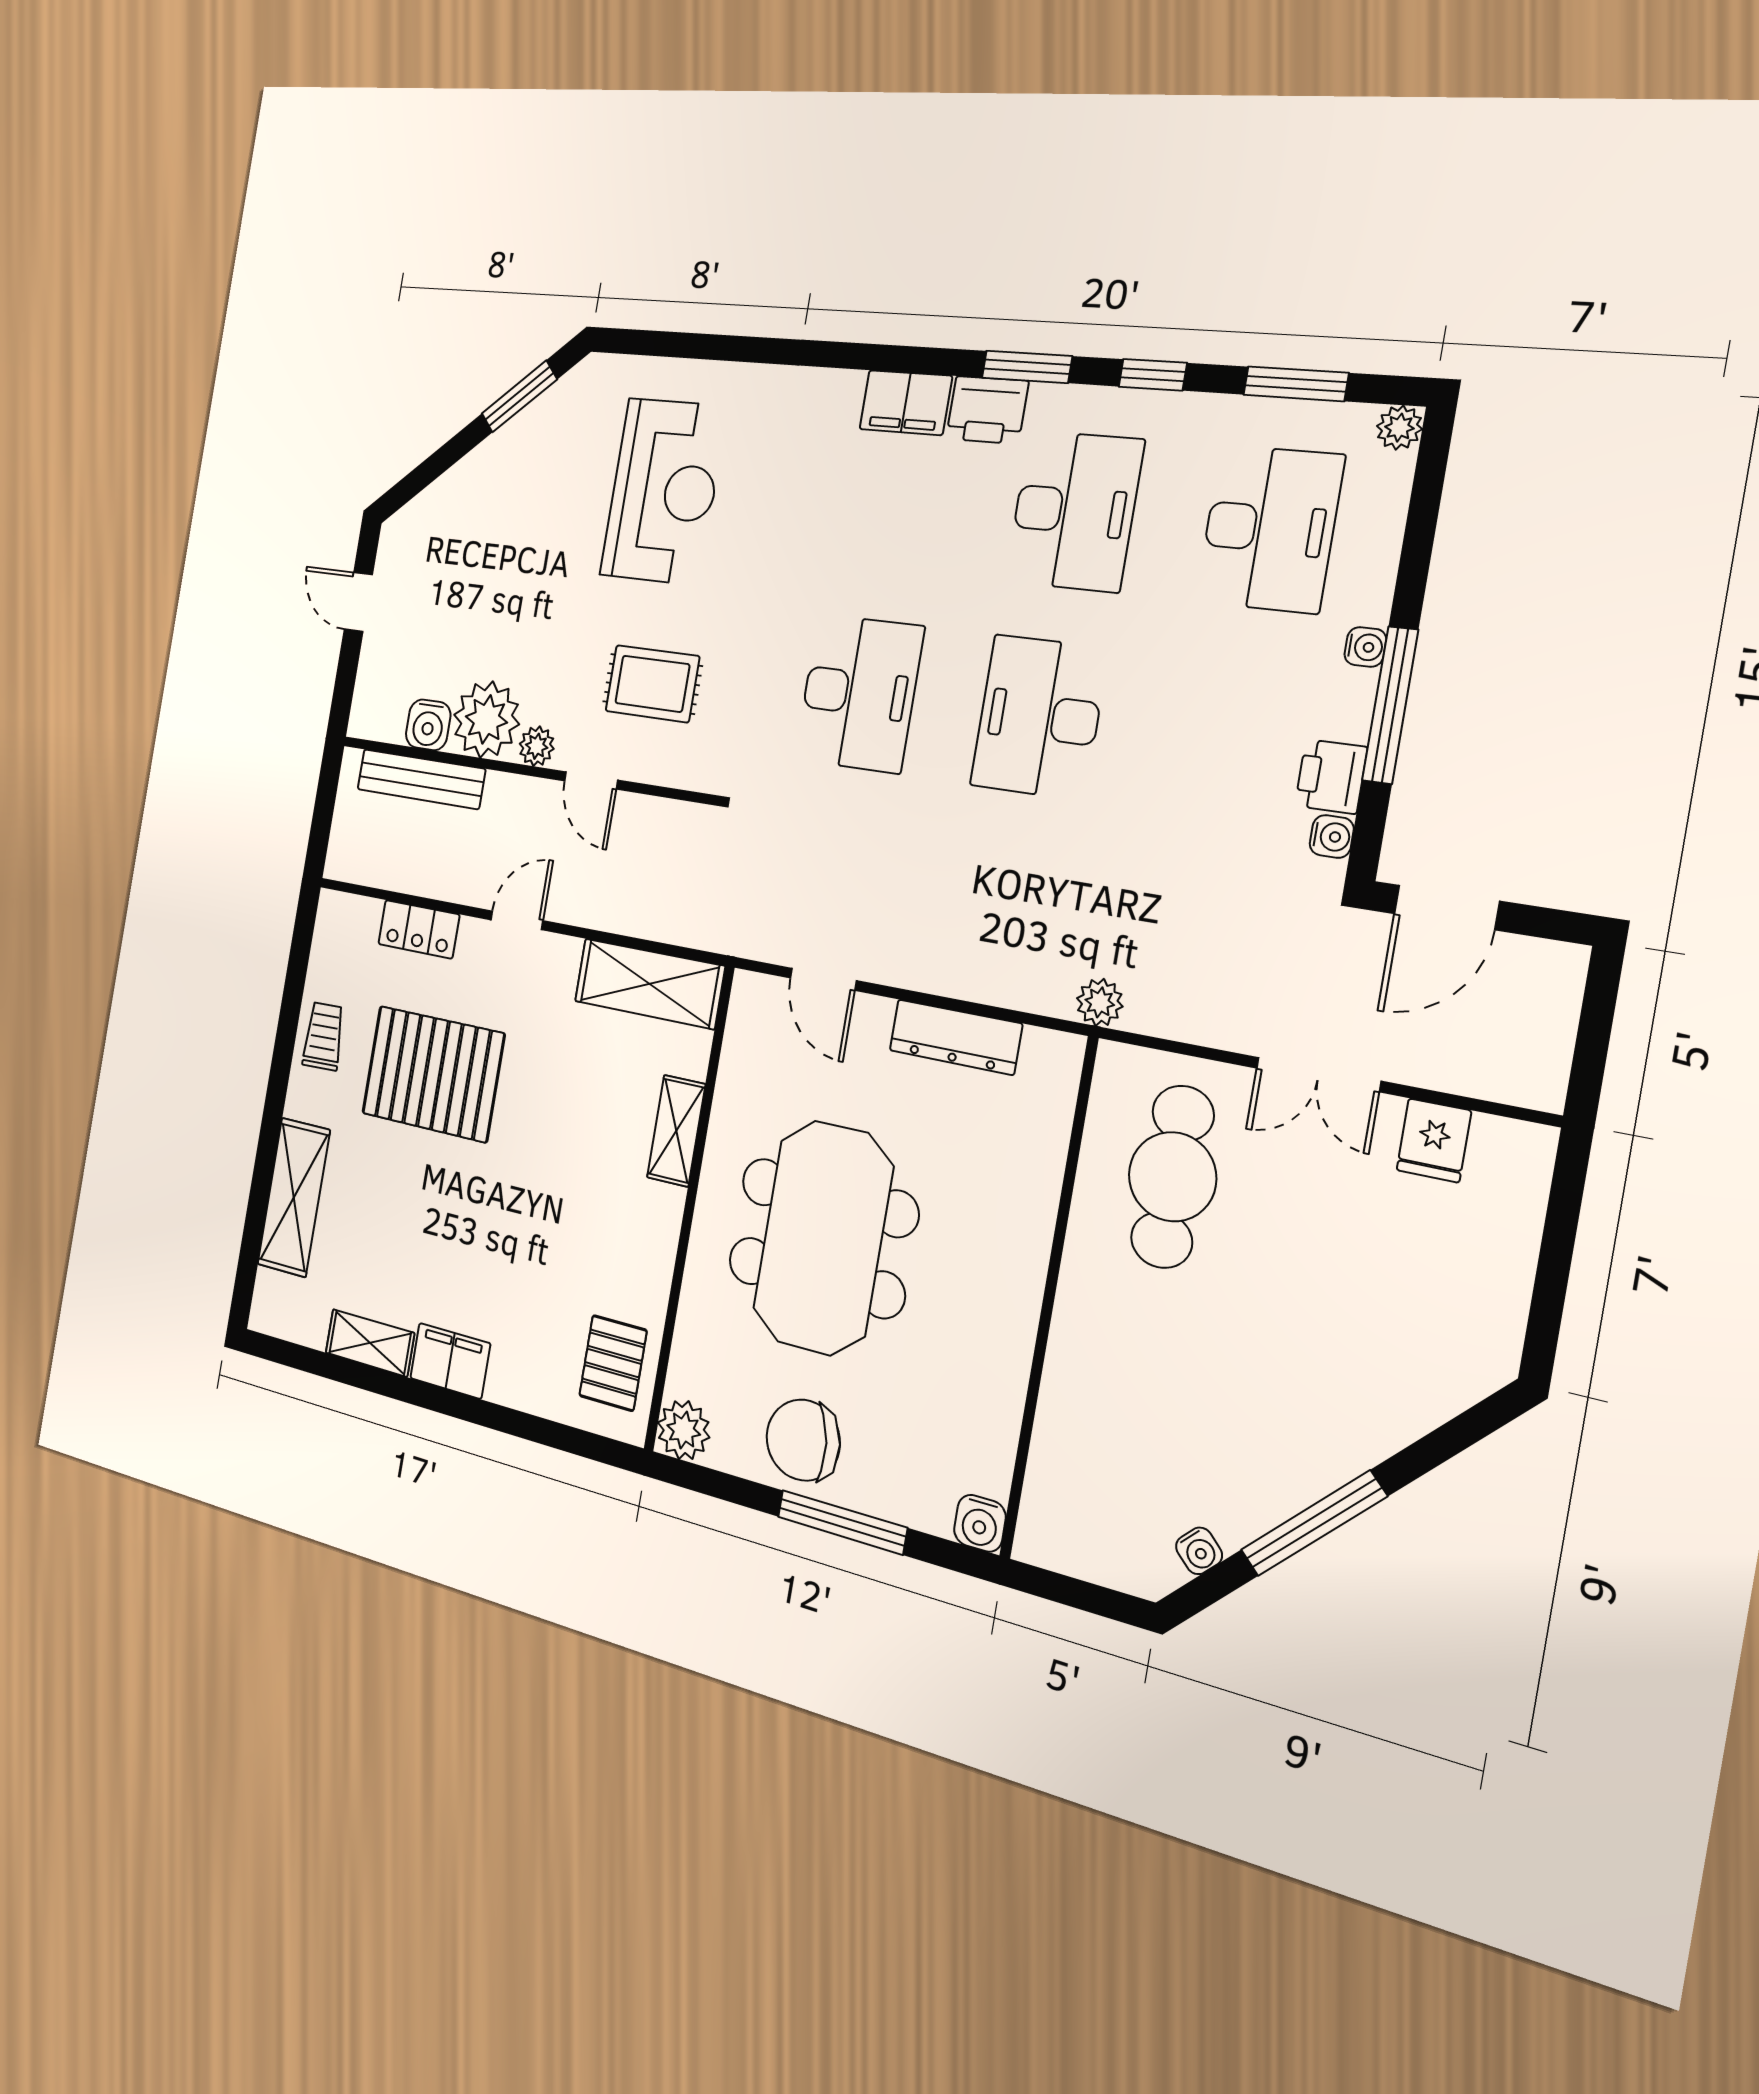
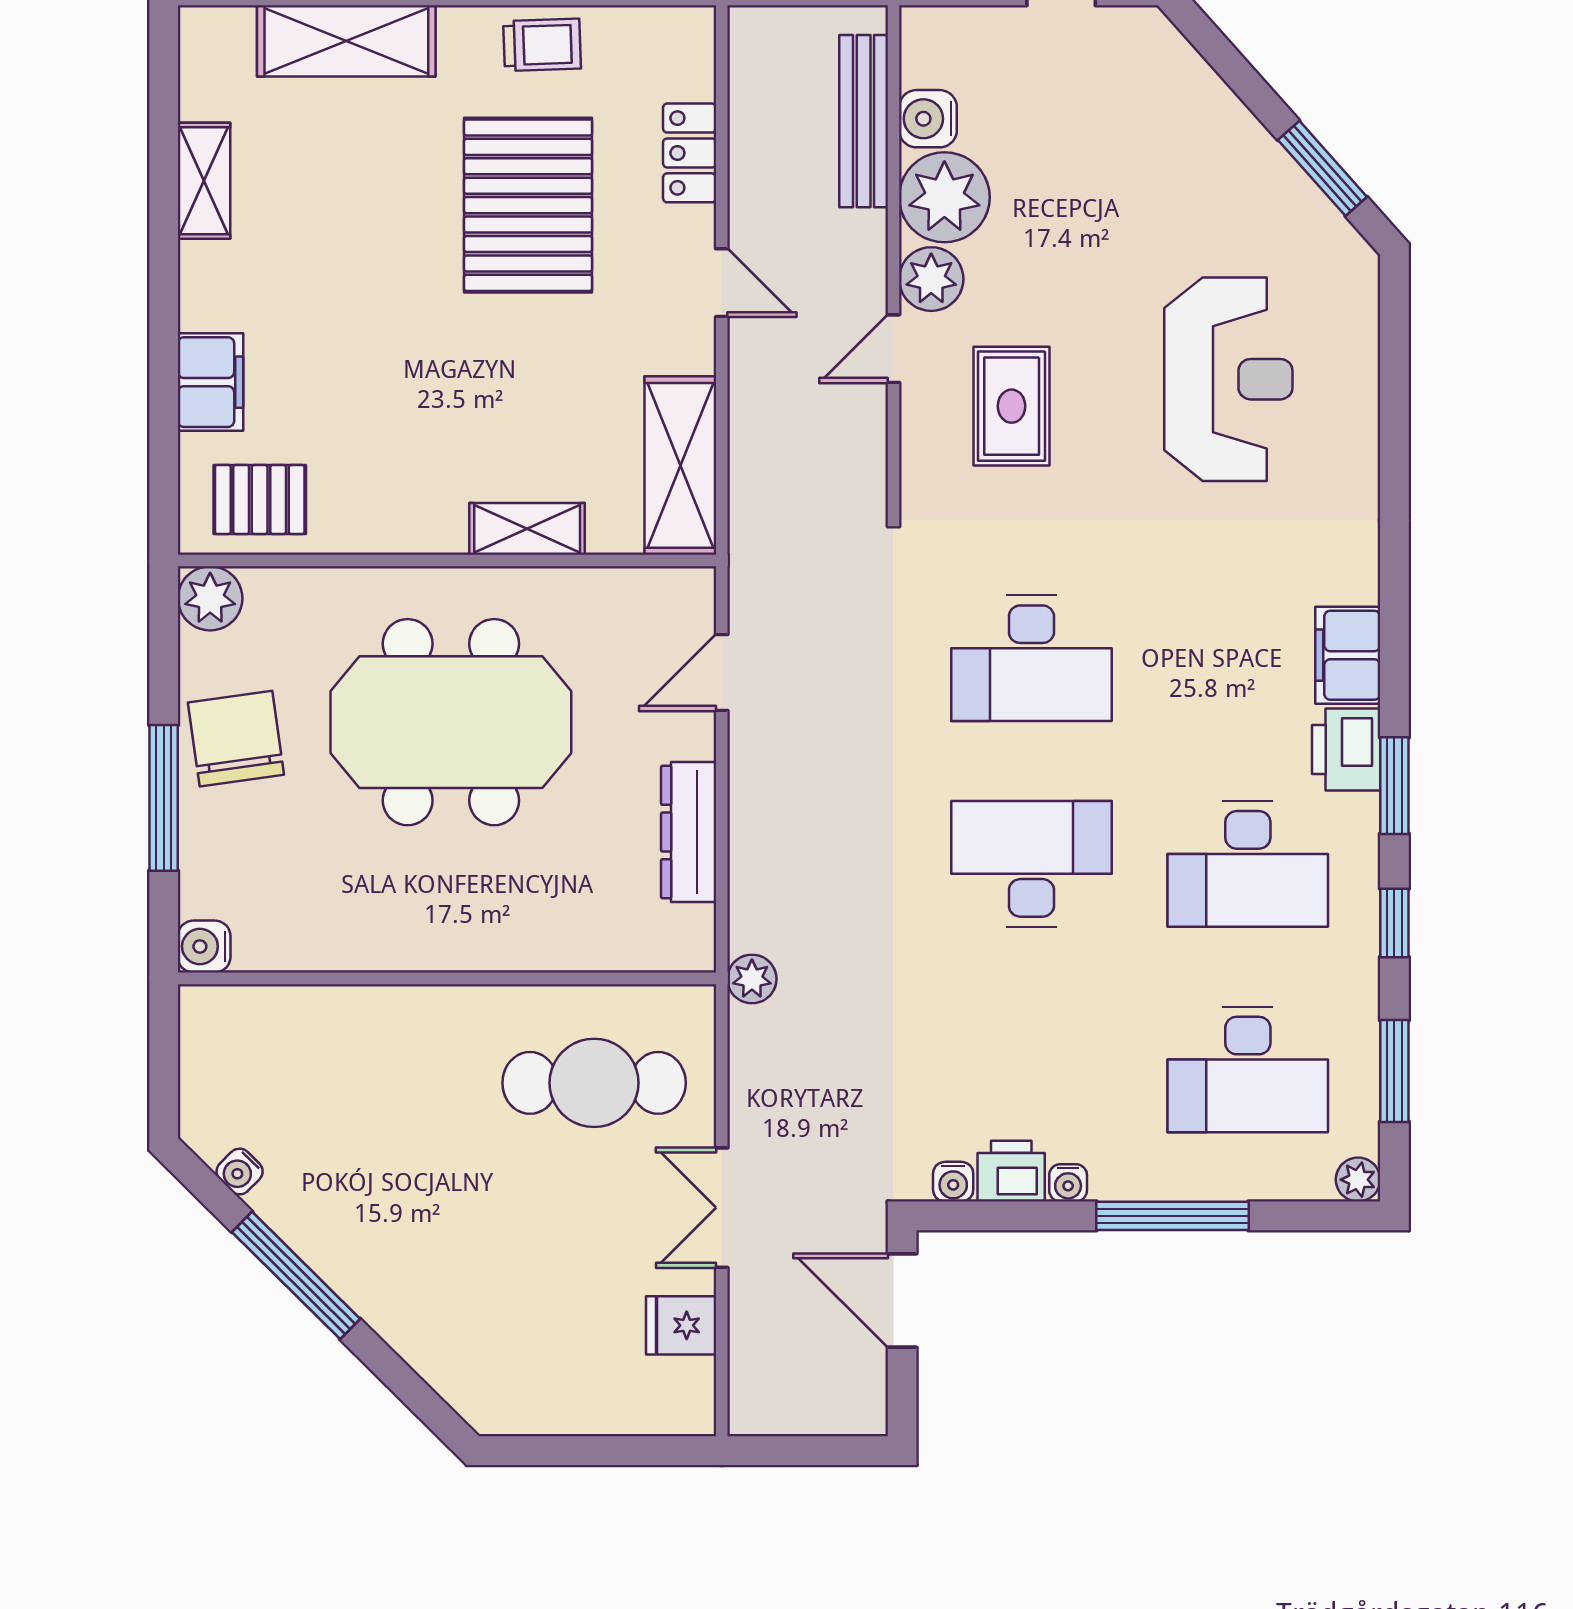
reception desk: (663, 491) -> (1228, 379), turned -90
water cooler: (1365, 647) -> (1068, 1183), moved
window: (1390, 705) -> (1172, 1216), moved
plant: (537, 746) -> (931, 279), width x1.38, depth x1.38
filing cabinet: (450, 1361) -> (211, 382), moved

